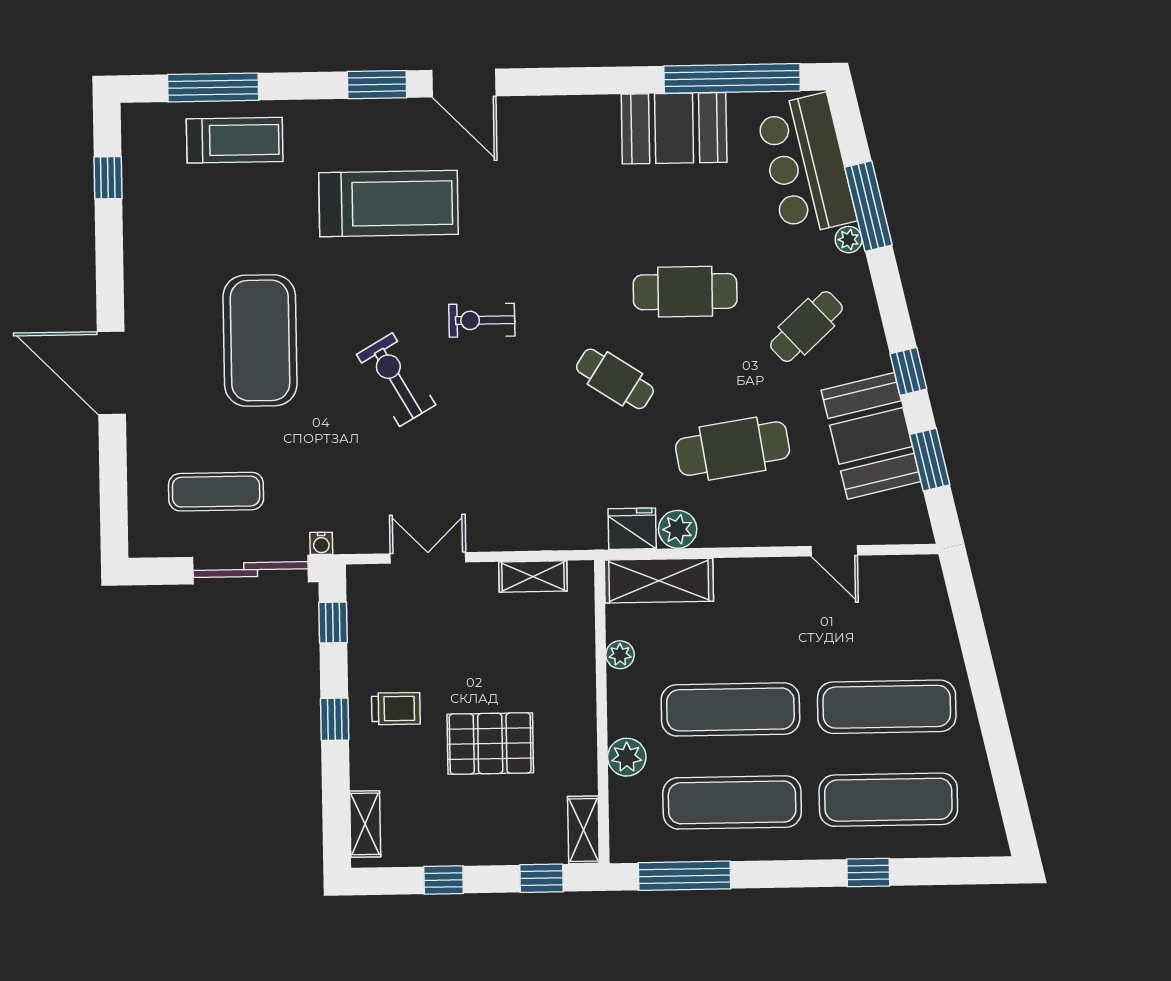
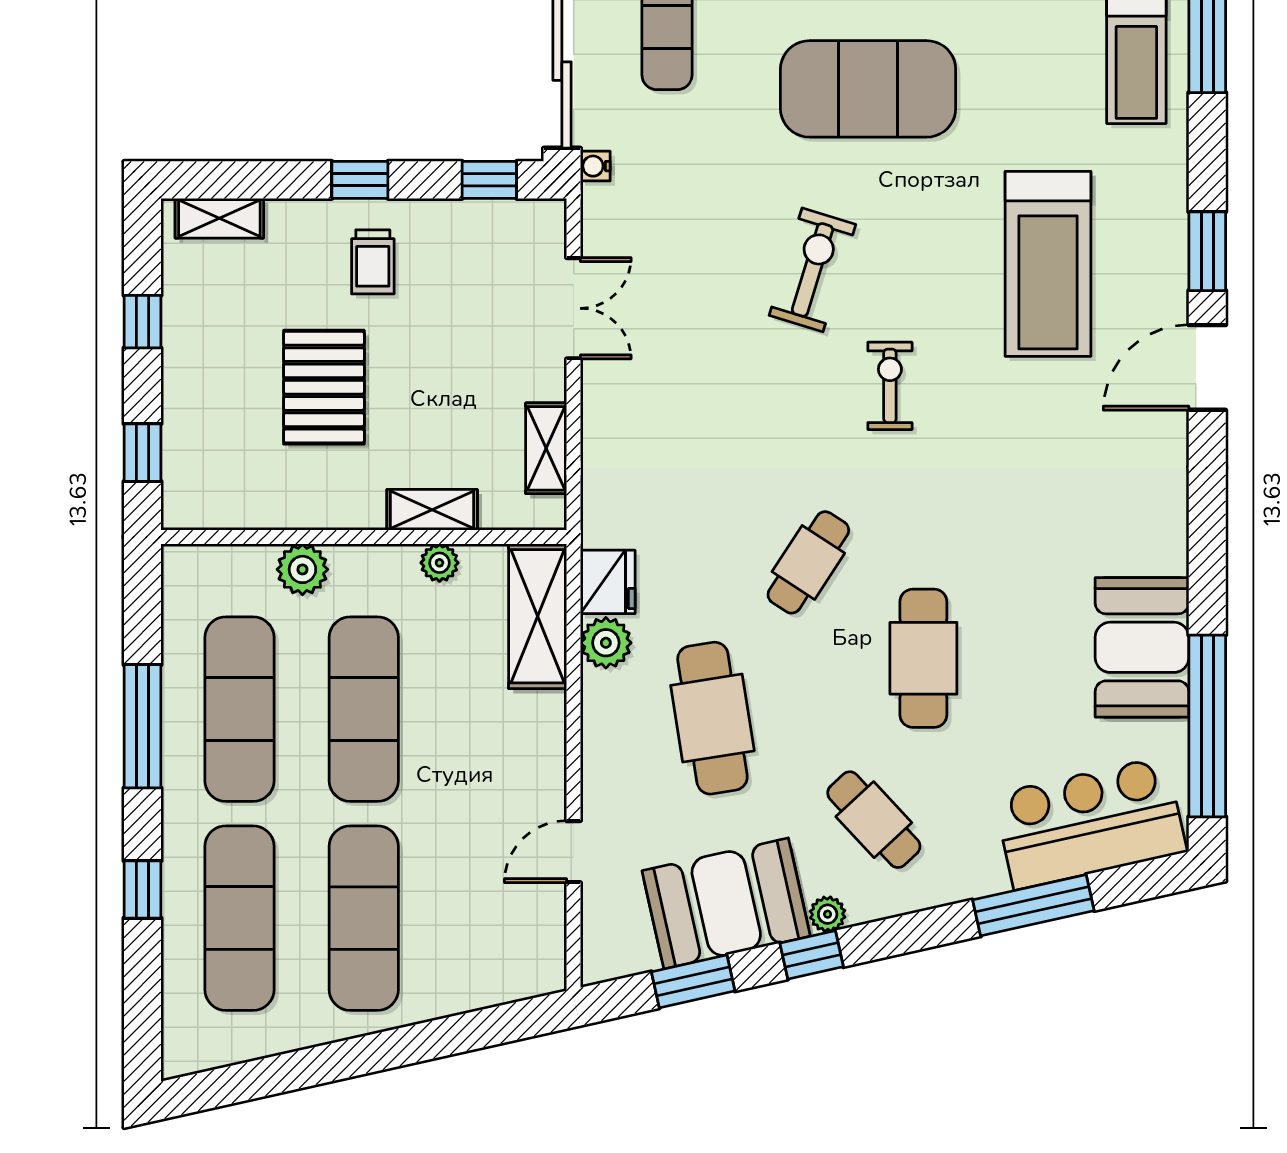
plant: (849, 240) -> (828, 914), moved
exercise bike: (396, 380) -> (812, 270), turned -43
shelving: (583, 830) -> (432, 510), moved
window: (685, 876) -> (143, 726), moved

